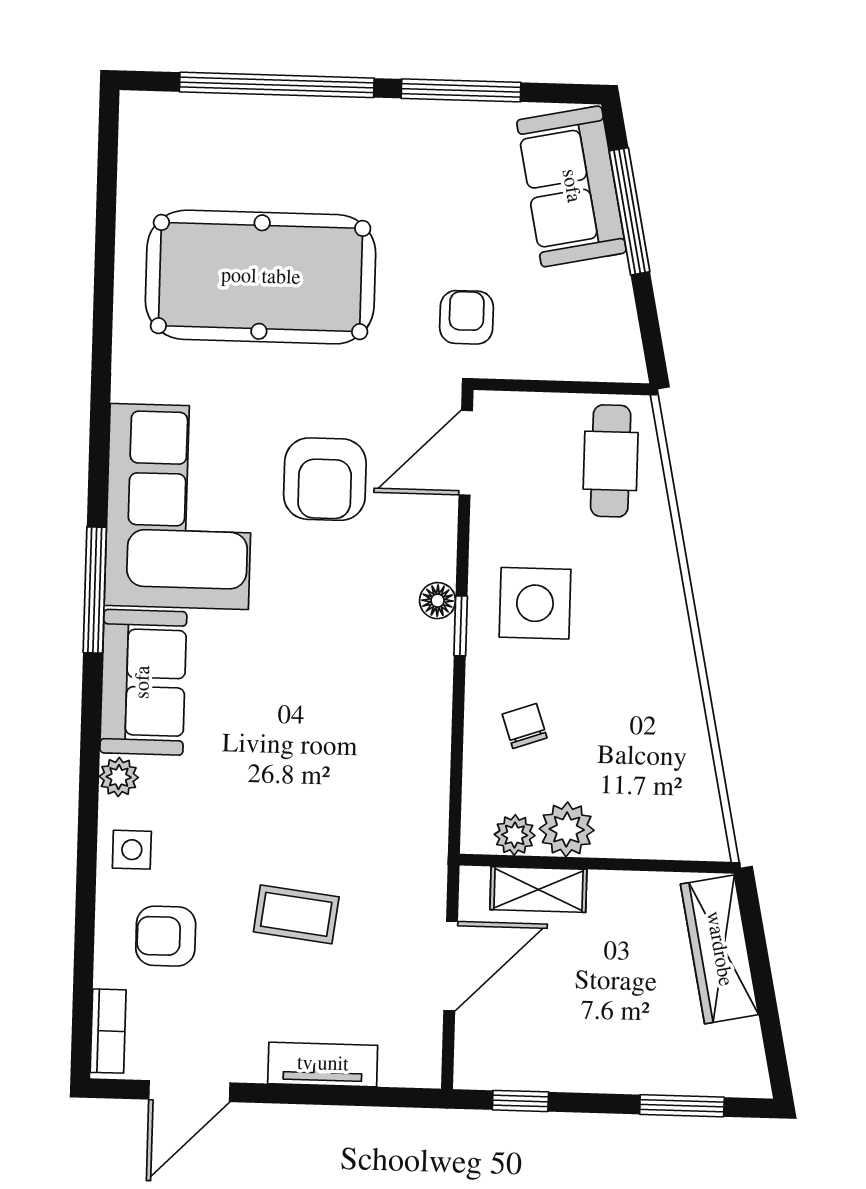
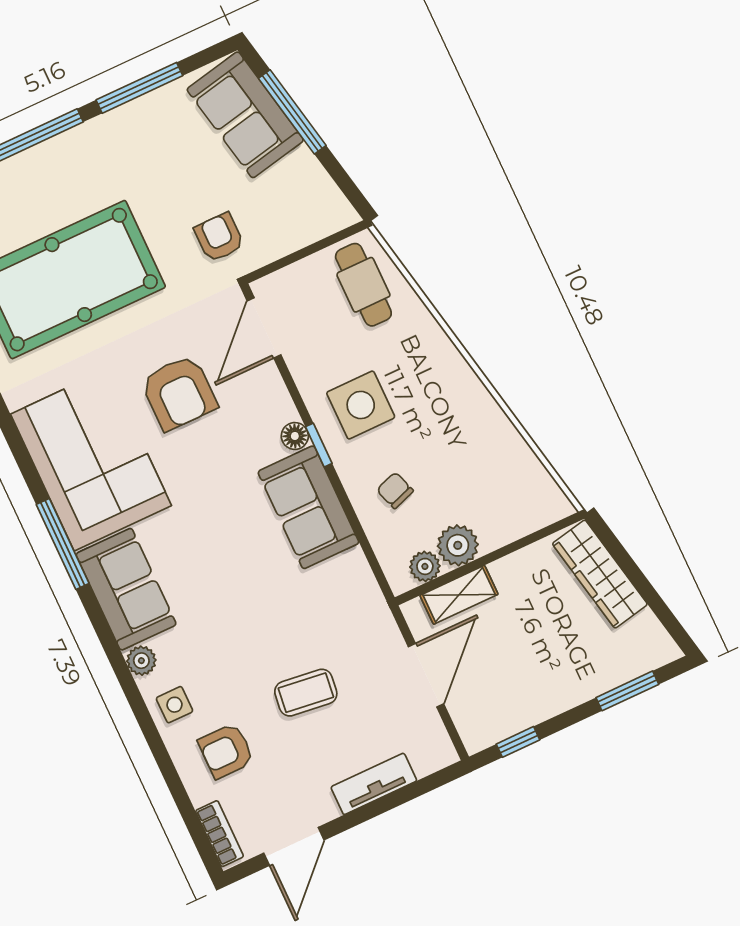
sofa: (411, 694) -> (308, 507), added

